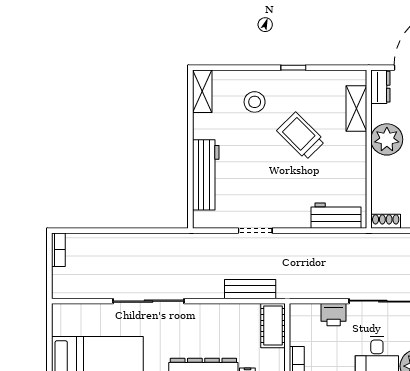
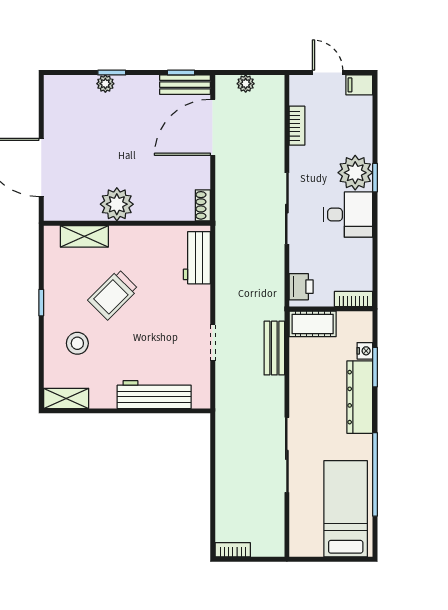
dresser: (380, 87) -> (61, 211), removed
printer: (334, 315) -> (301, 287), moved

